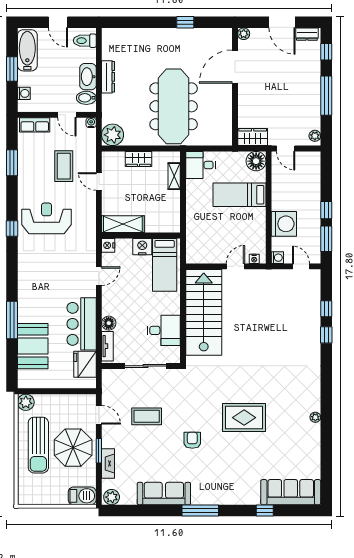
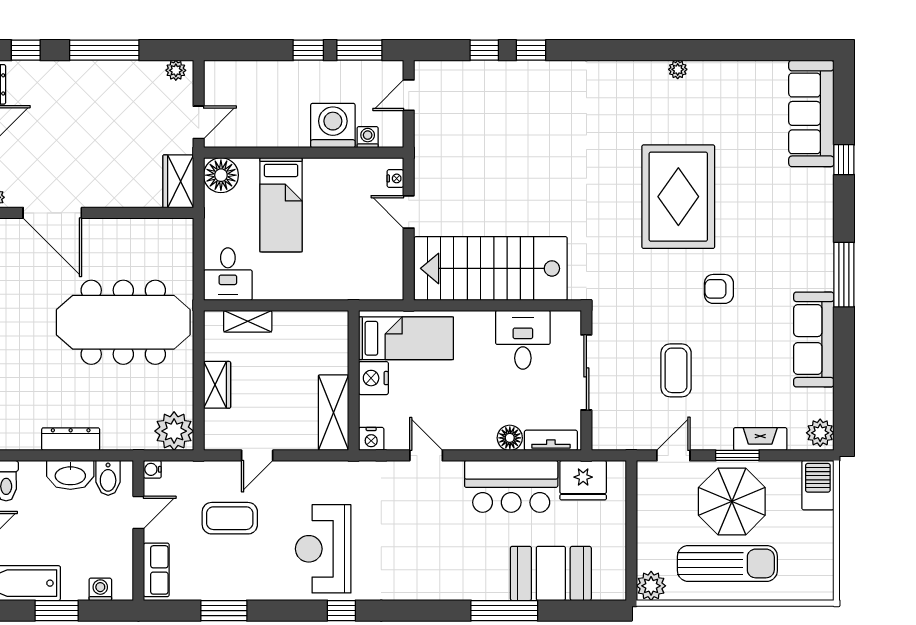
washing machine: (277, 258) -> (368, 137), moved
rug: (244, 418) -> (678, 197), width x1.37, depth x1.44

